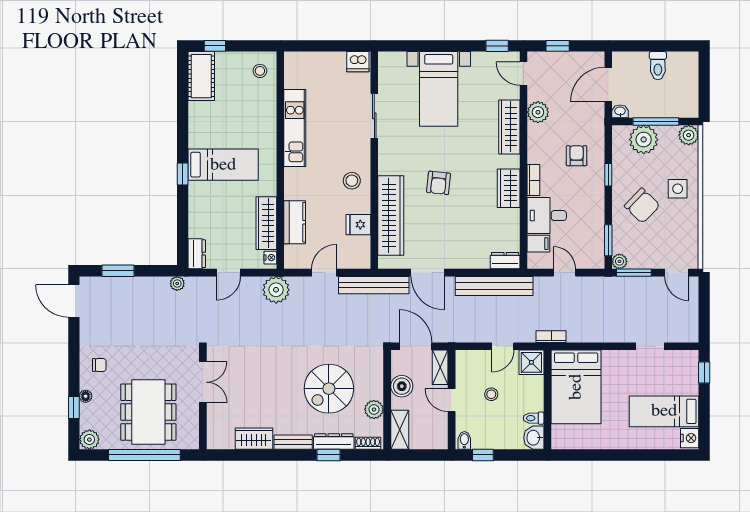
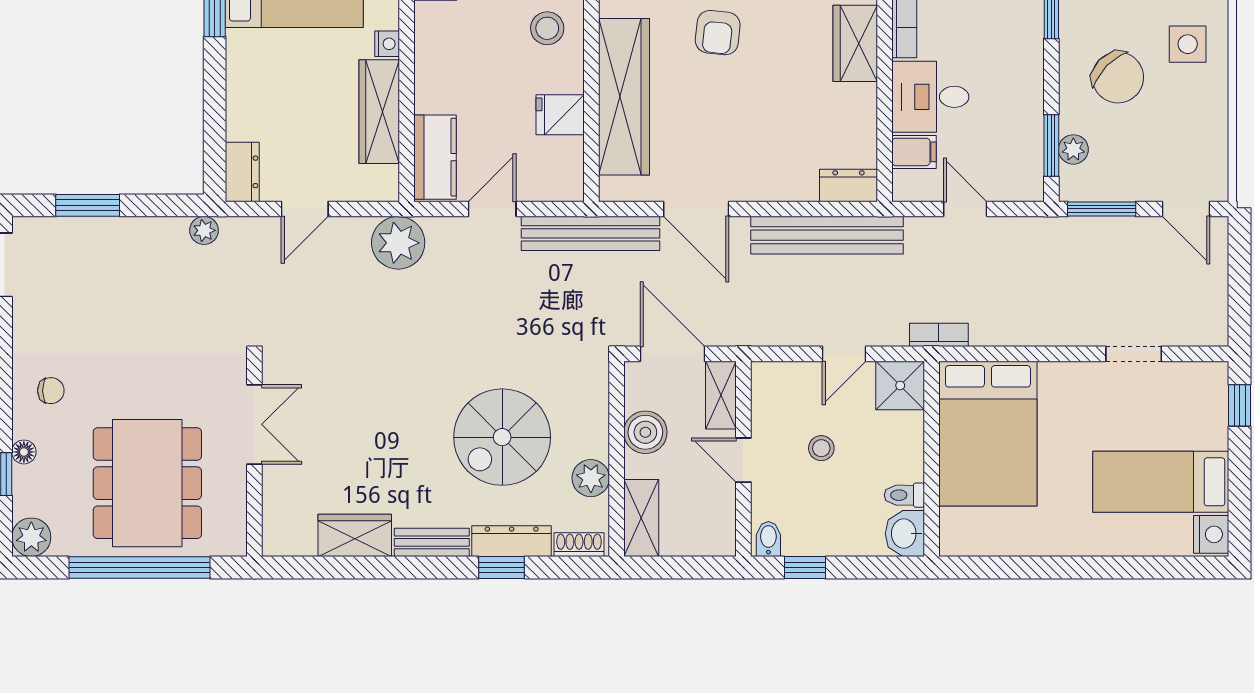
kitchen counter: (295, 222) -> (435, 157), moved
nightstand: (270, 258) -> (387, 44), moved
plant: (619, 261) -> (1073, 149), moved

